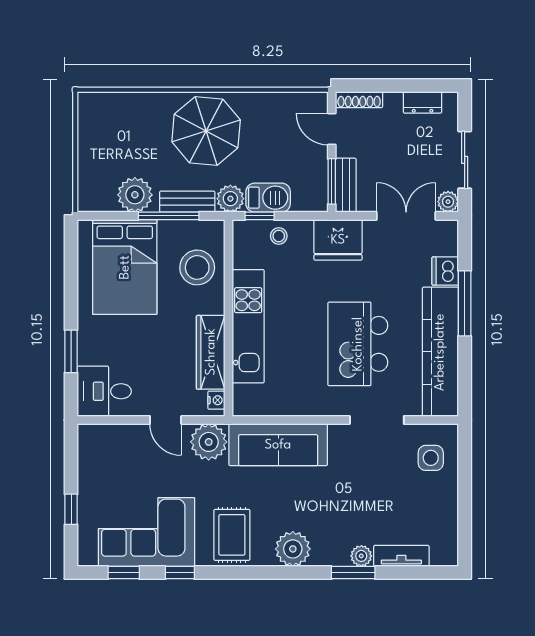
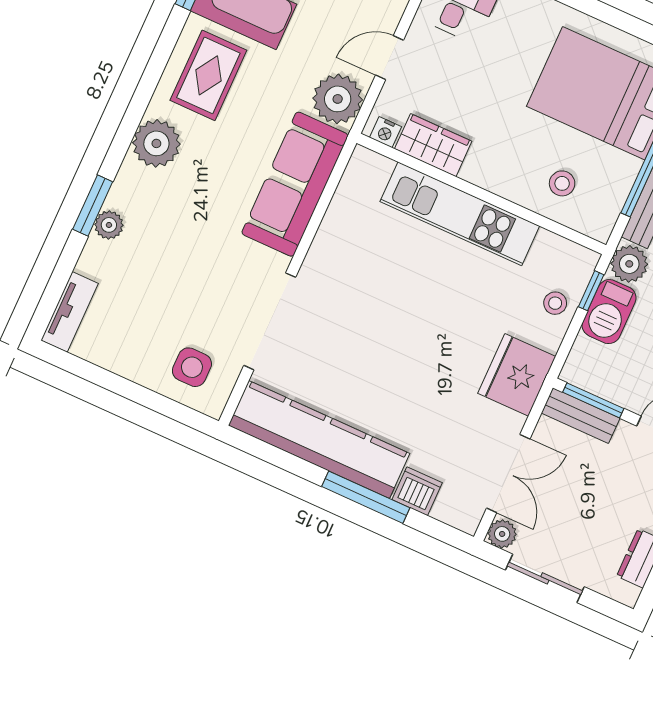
stool: (197, 267) -> (562, 183), width x0.53, depth x0.53
kitchen island: (358, 344) -> (376, 341), removed
wardrobe: (211, 352) -> (433, 145), width x0.67
doorway: (377, 420) -> (270, 321), width x1.36
rug: (232, 535) -> (208, 75), turned 90
tv unit: (401, 556) -> (70, 312), moved

